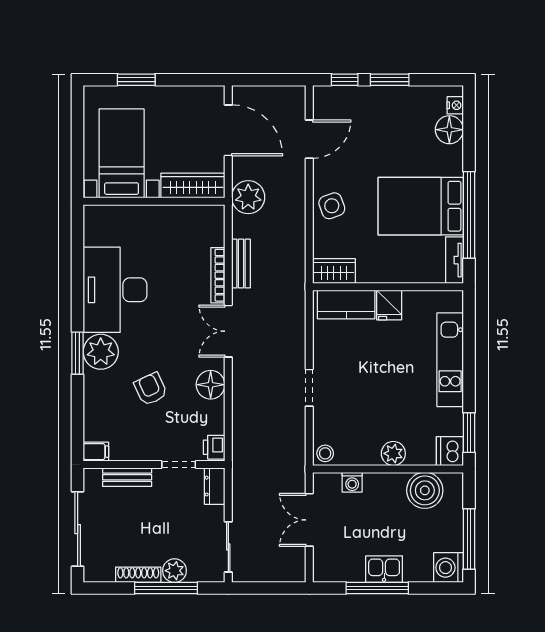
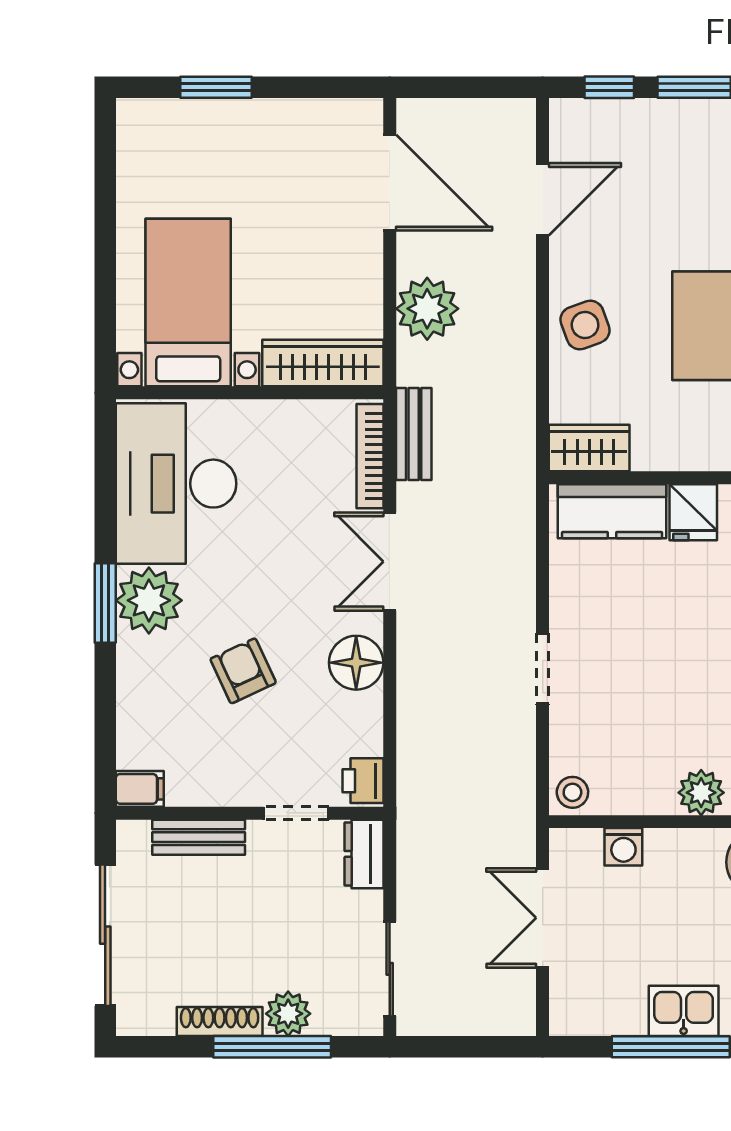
bed with nightstands: (122, 153) -> (188, 303), moved
wardrobe: (193, 185) -> (323, 363), moved
wall: (154, 201) -> (250, 393), moved

